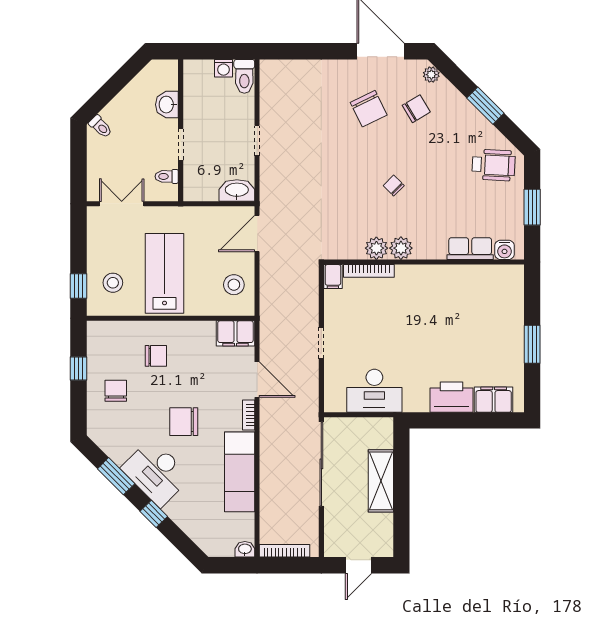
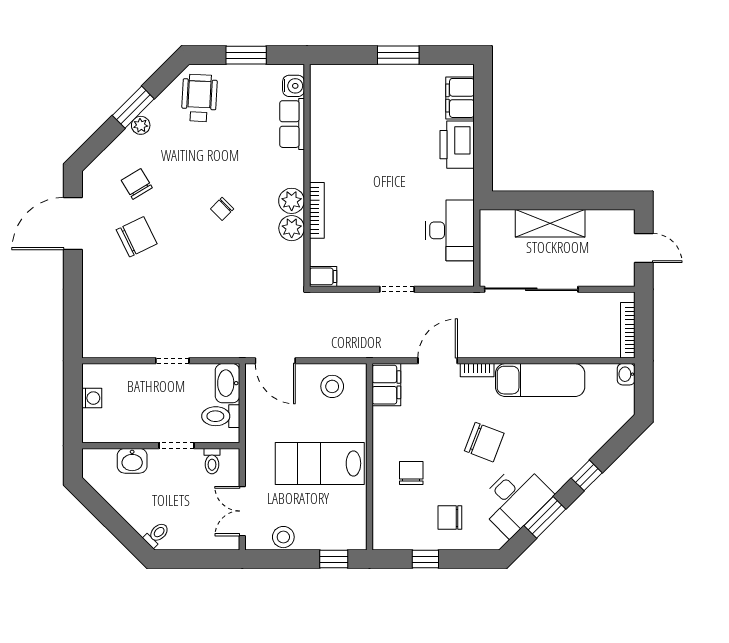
plant: (431, 75) -> (141, 125), moved
toilet: (244, 76) -> (221, 416), moved, turned 180
bookcase: (369, 271) -> (317, 210), moved
stool: (113, 283) -> (283, 537), moved
chair: (184, 422) -> (484, 442), turned -69
desk: (156, 473) -> (515, 499), moved

